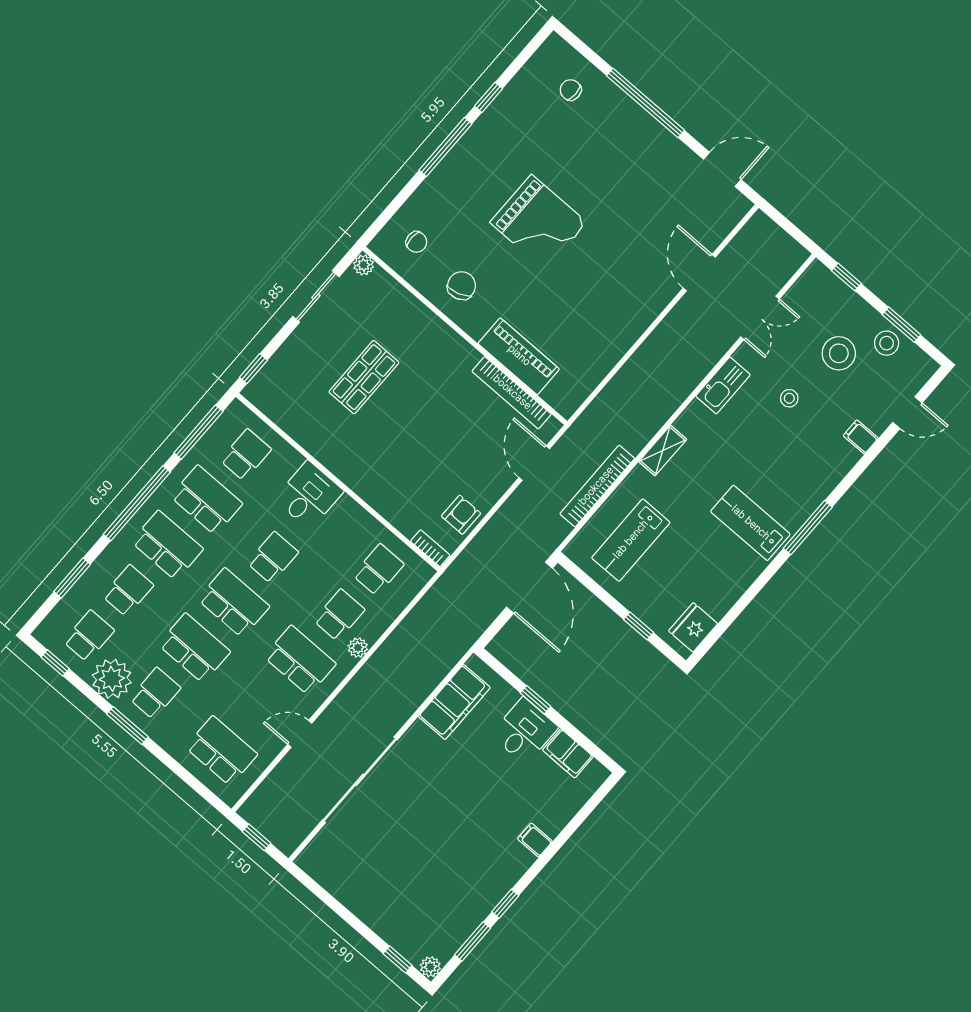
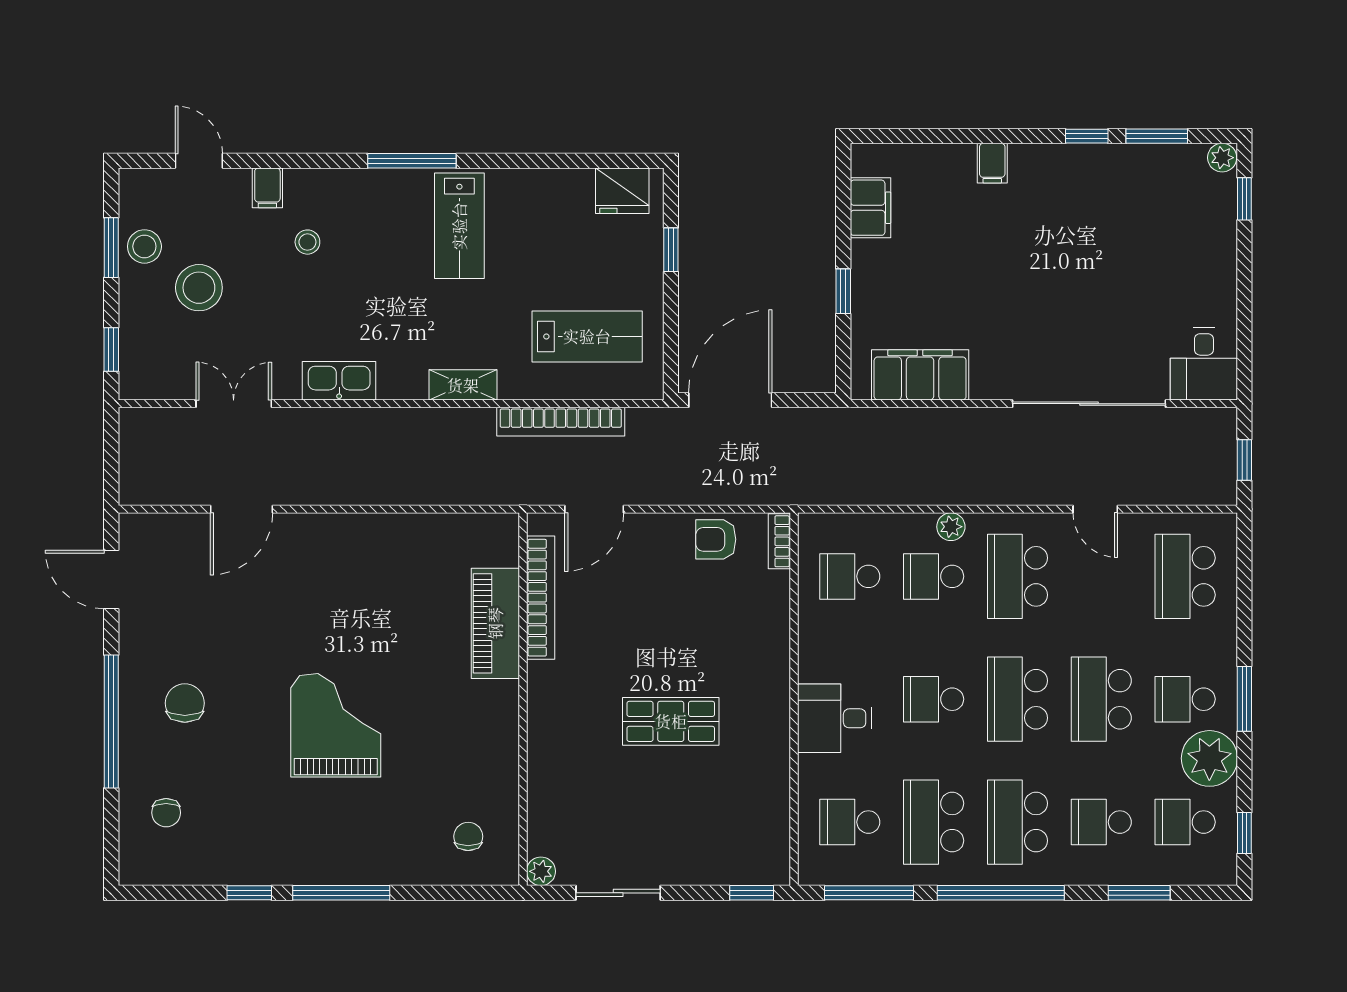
chair: (462, 286) -> (185, 703), moved, turned 108
shop shelf: (364, 377) -> (671, 721), moved
stool: (789, 398) -> (307, 242), moved
desk: (524, 731) -> (1204, 364), moved, turned -90

